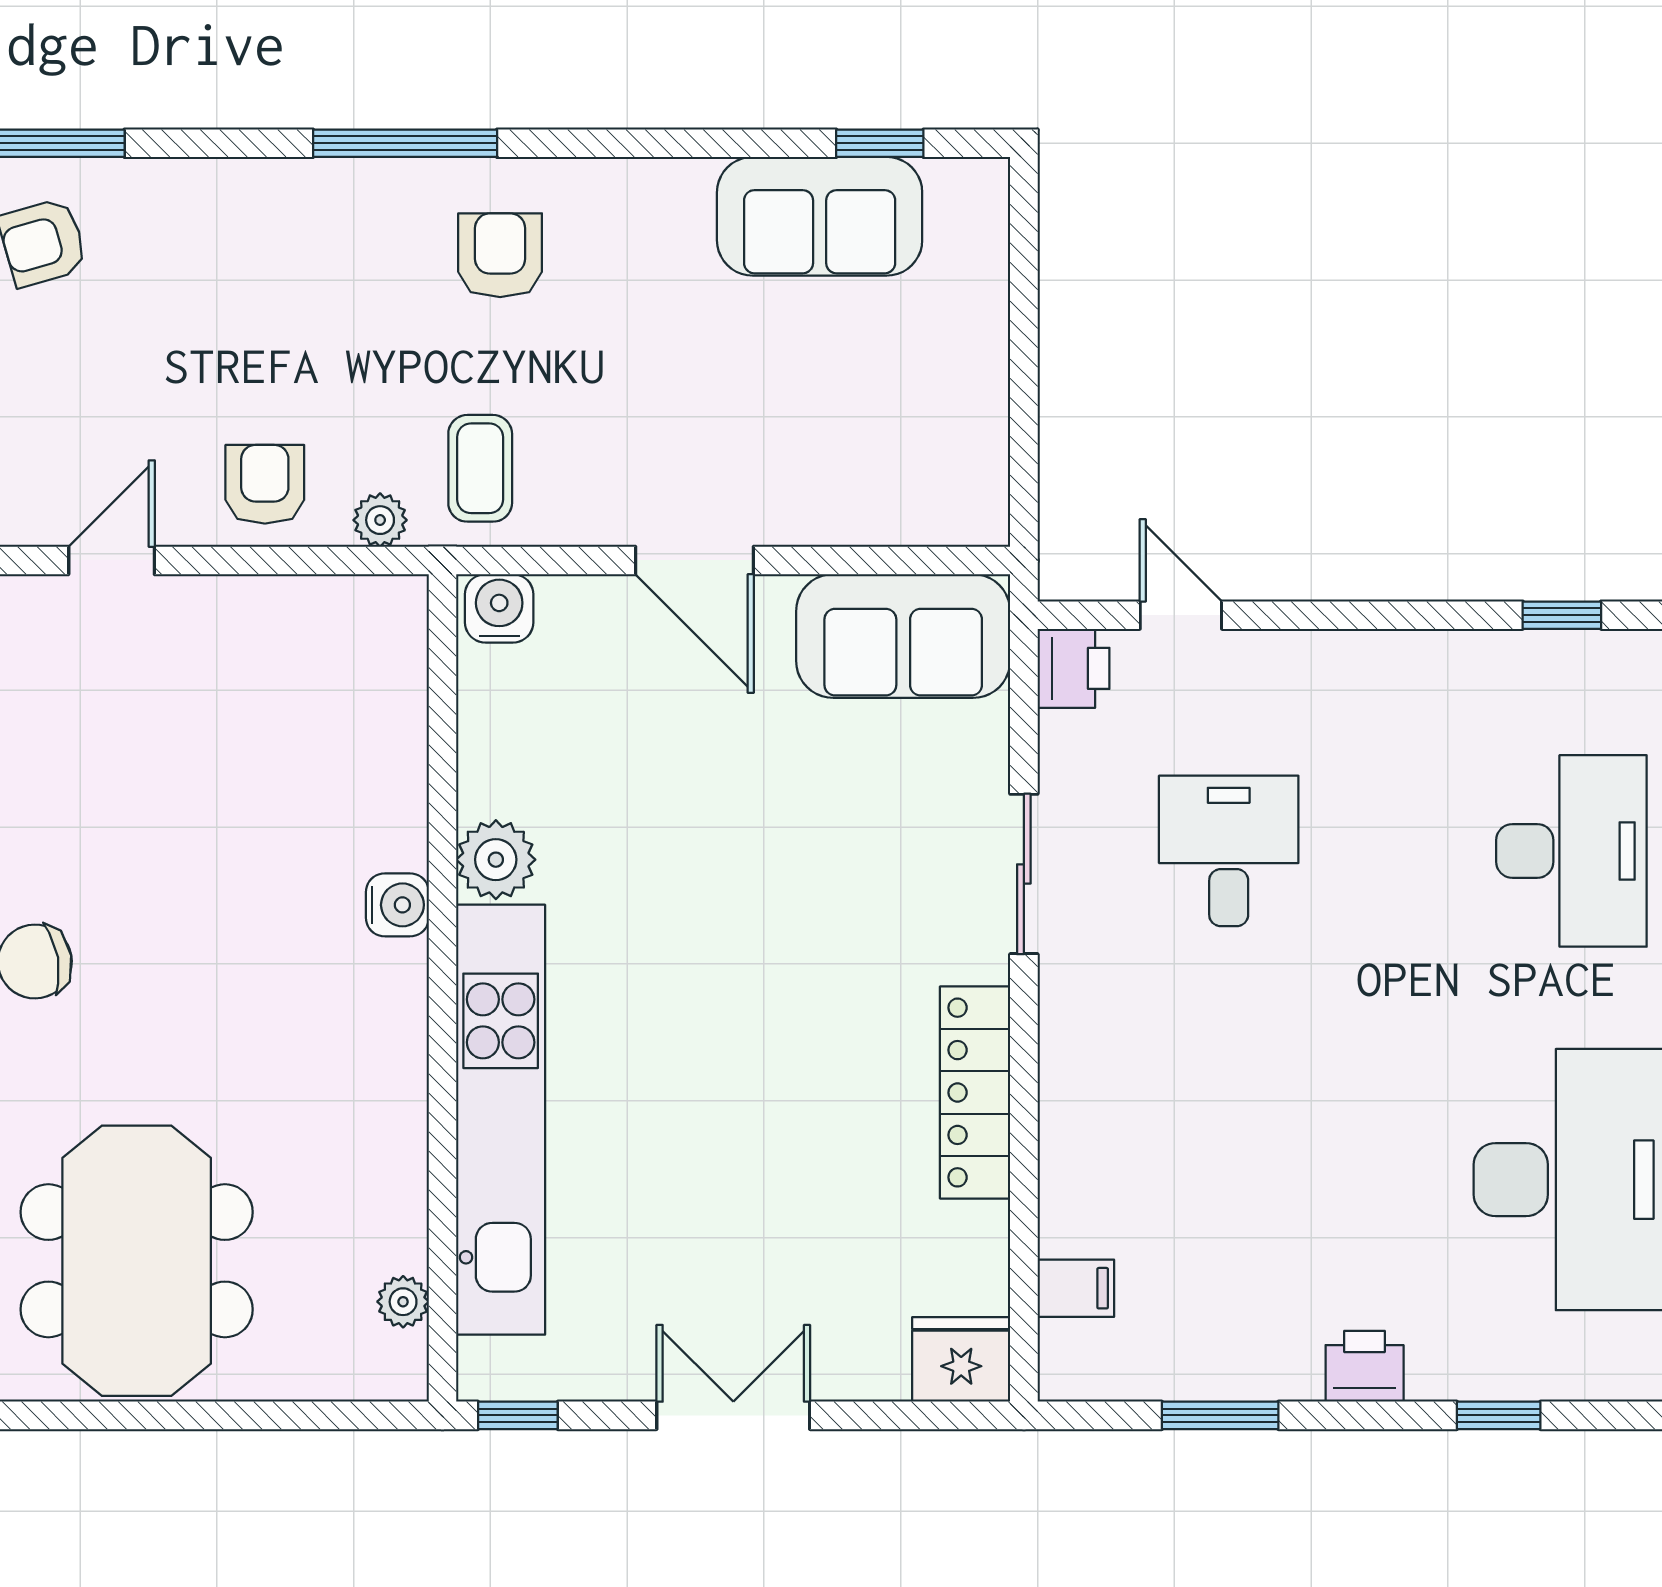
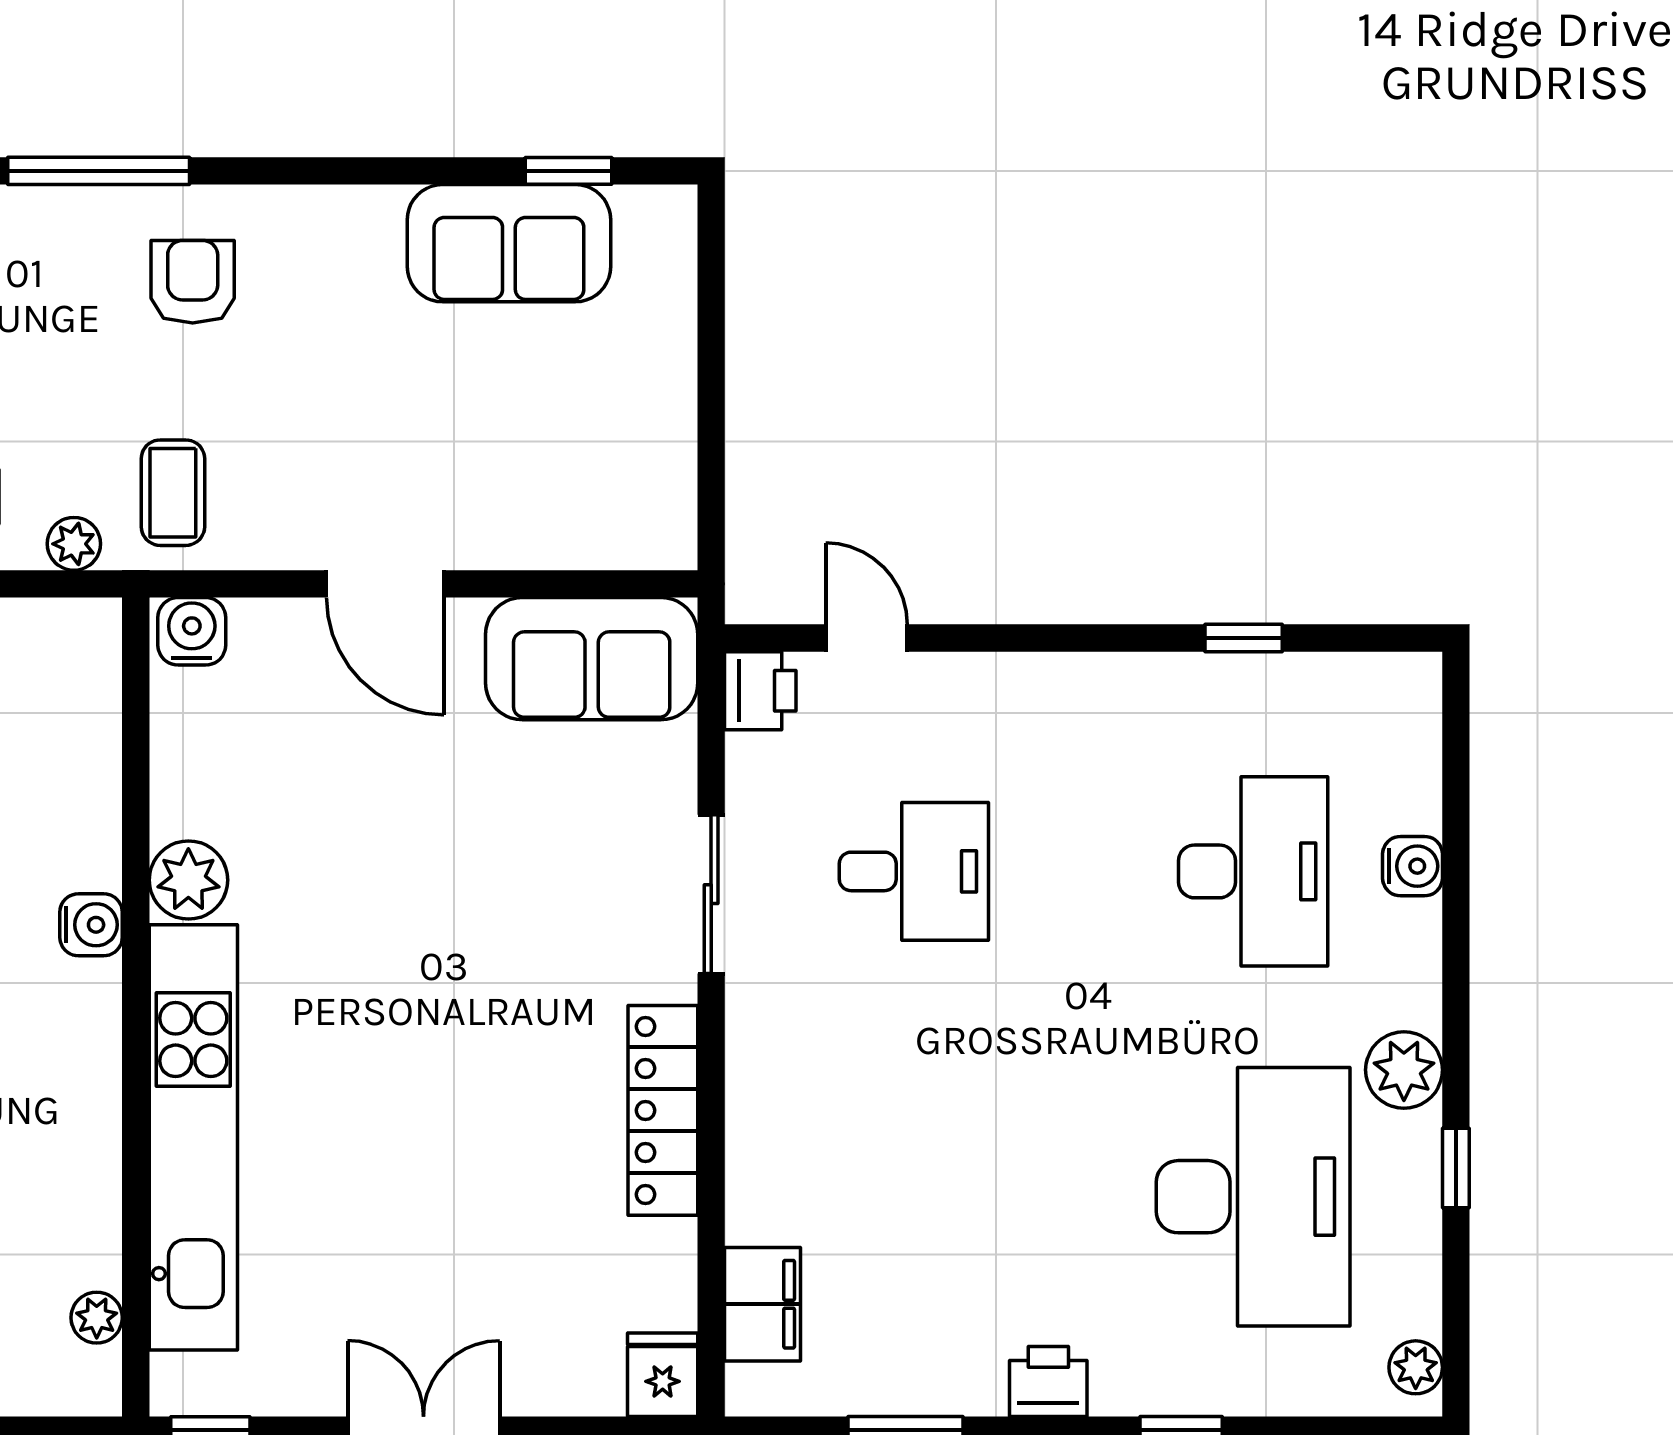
desk: (1229, 851) -> (914, 871), turned 90
filing cabinet: (1076, 1288) -> (763, 1304), width x2.00
fridge: (961, 1359) -> (663, 1375), width x0.72

